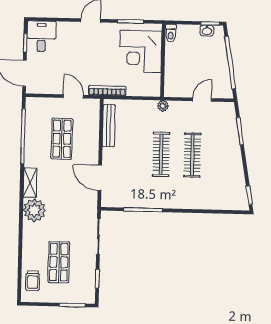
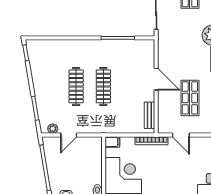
filing cabinet: (152, 90) -> (112, 142), added
plant: (163, 106) -> (53, 129), moved
bench: (109, 126) -> (149, 115), width x0.73
door: (100, 178) -> (156, 79), moved

